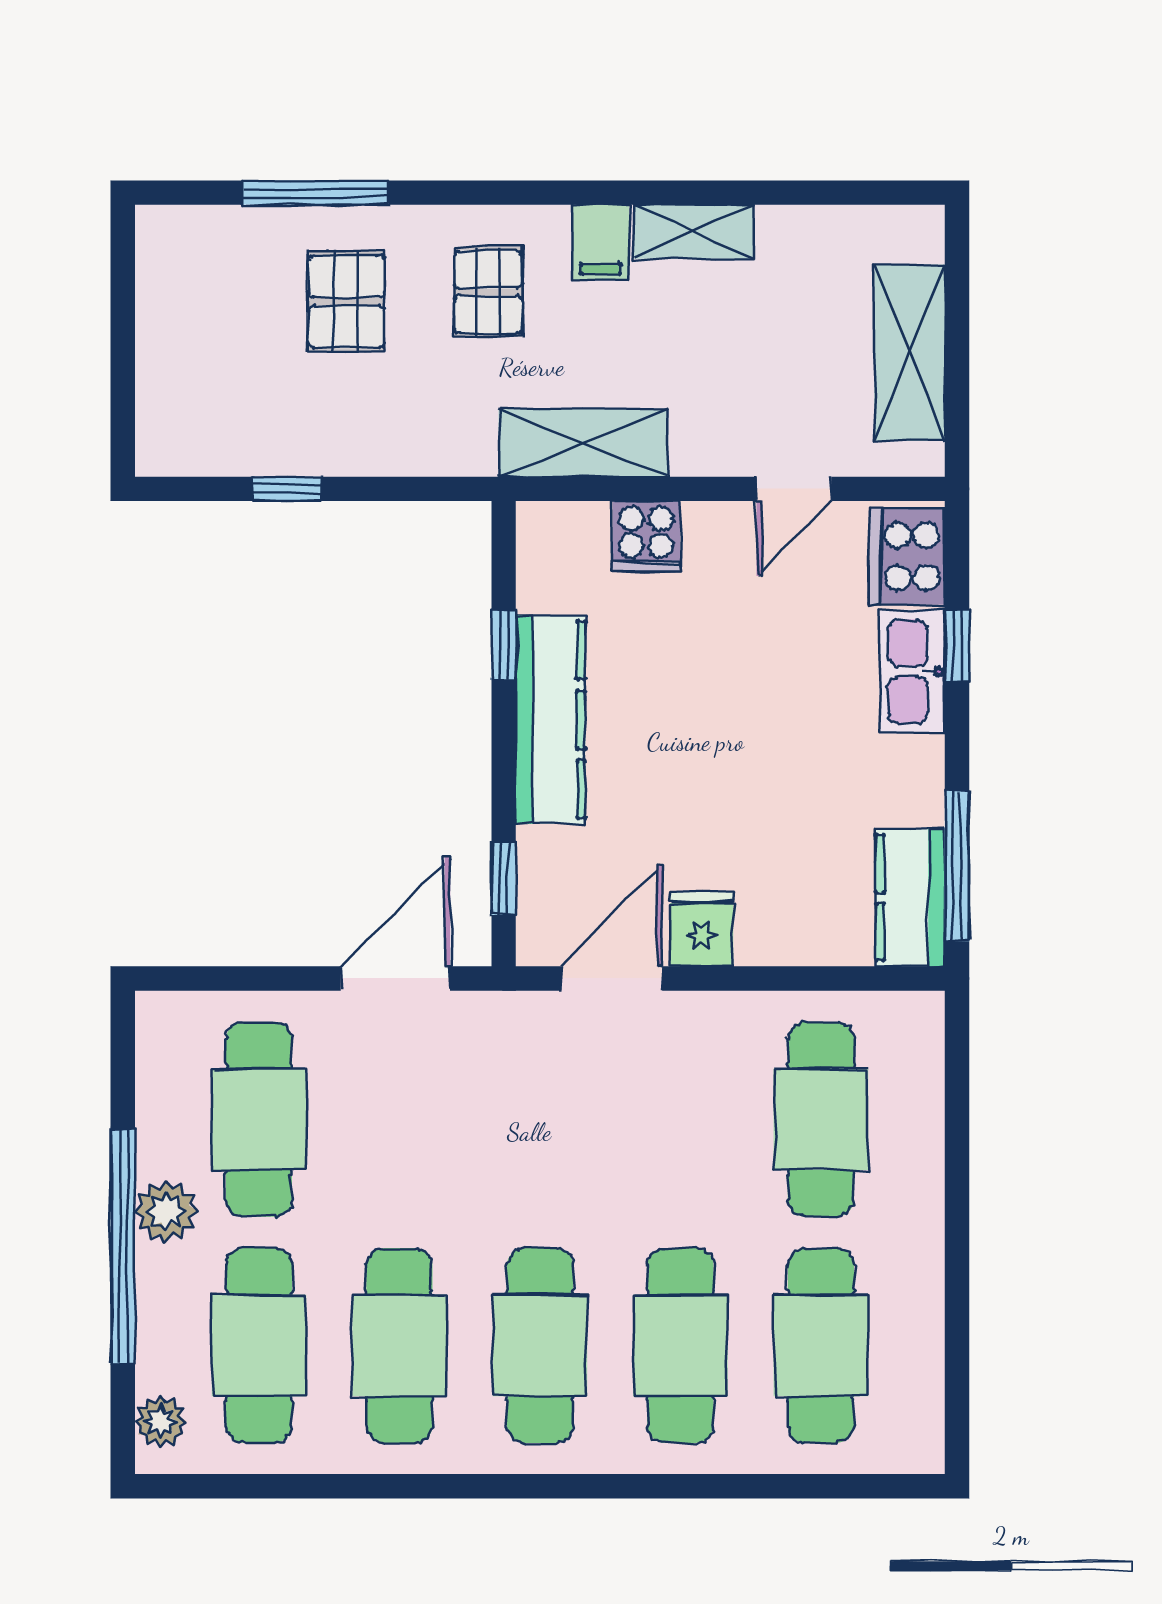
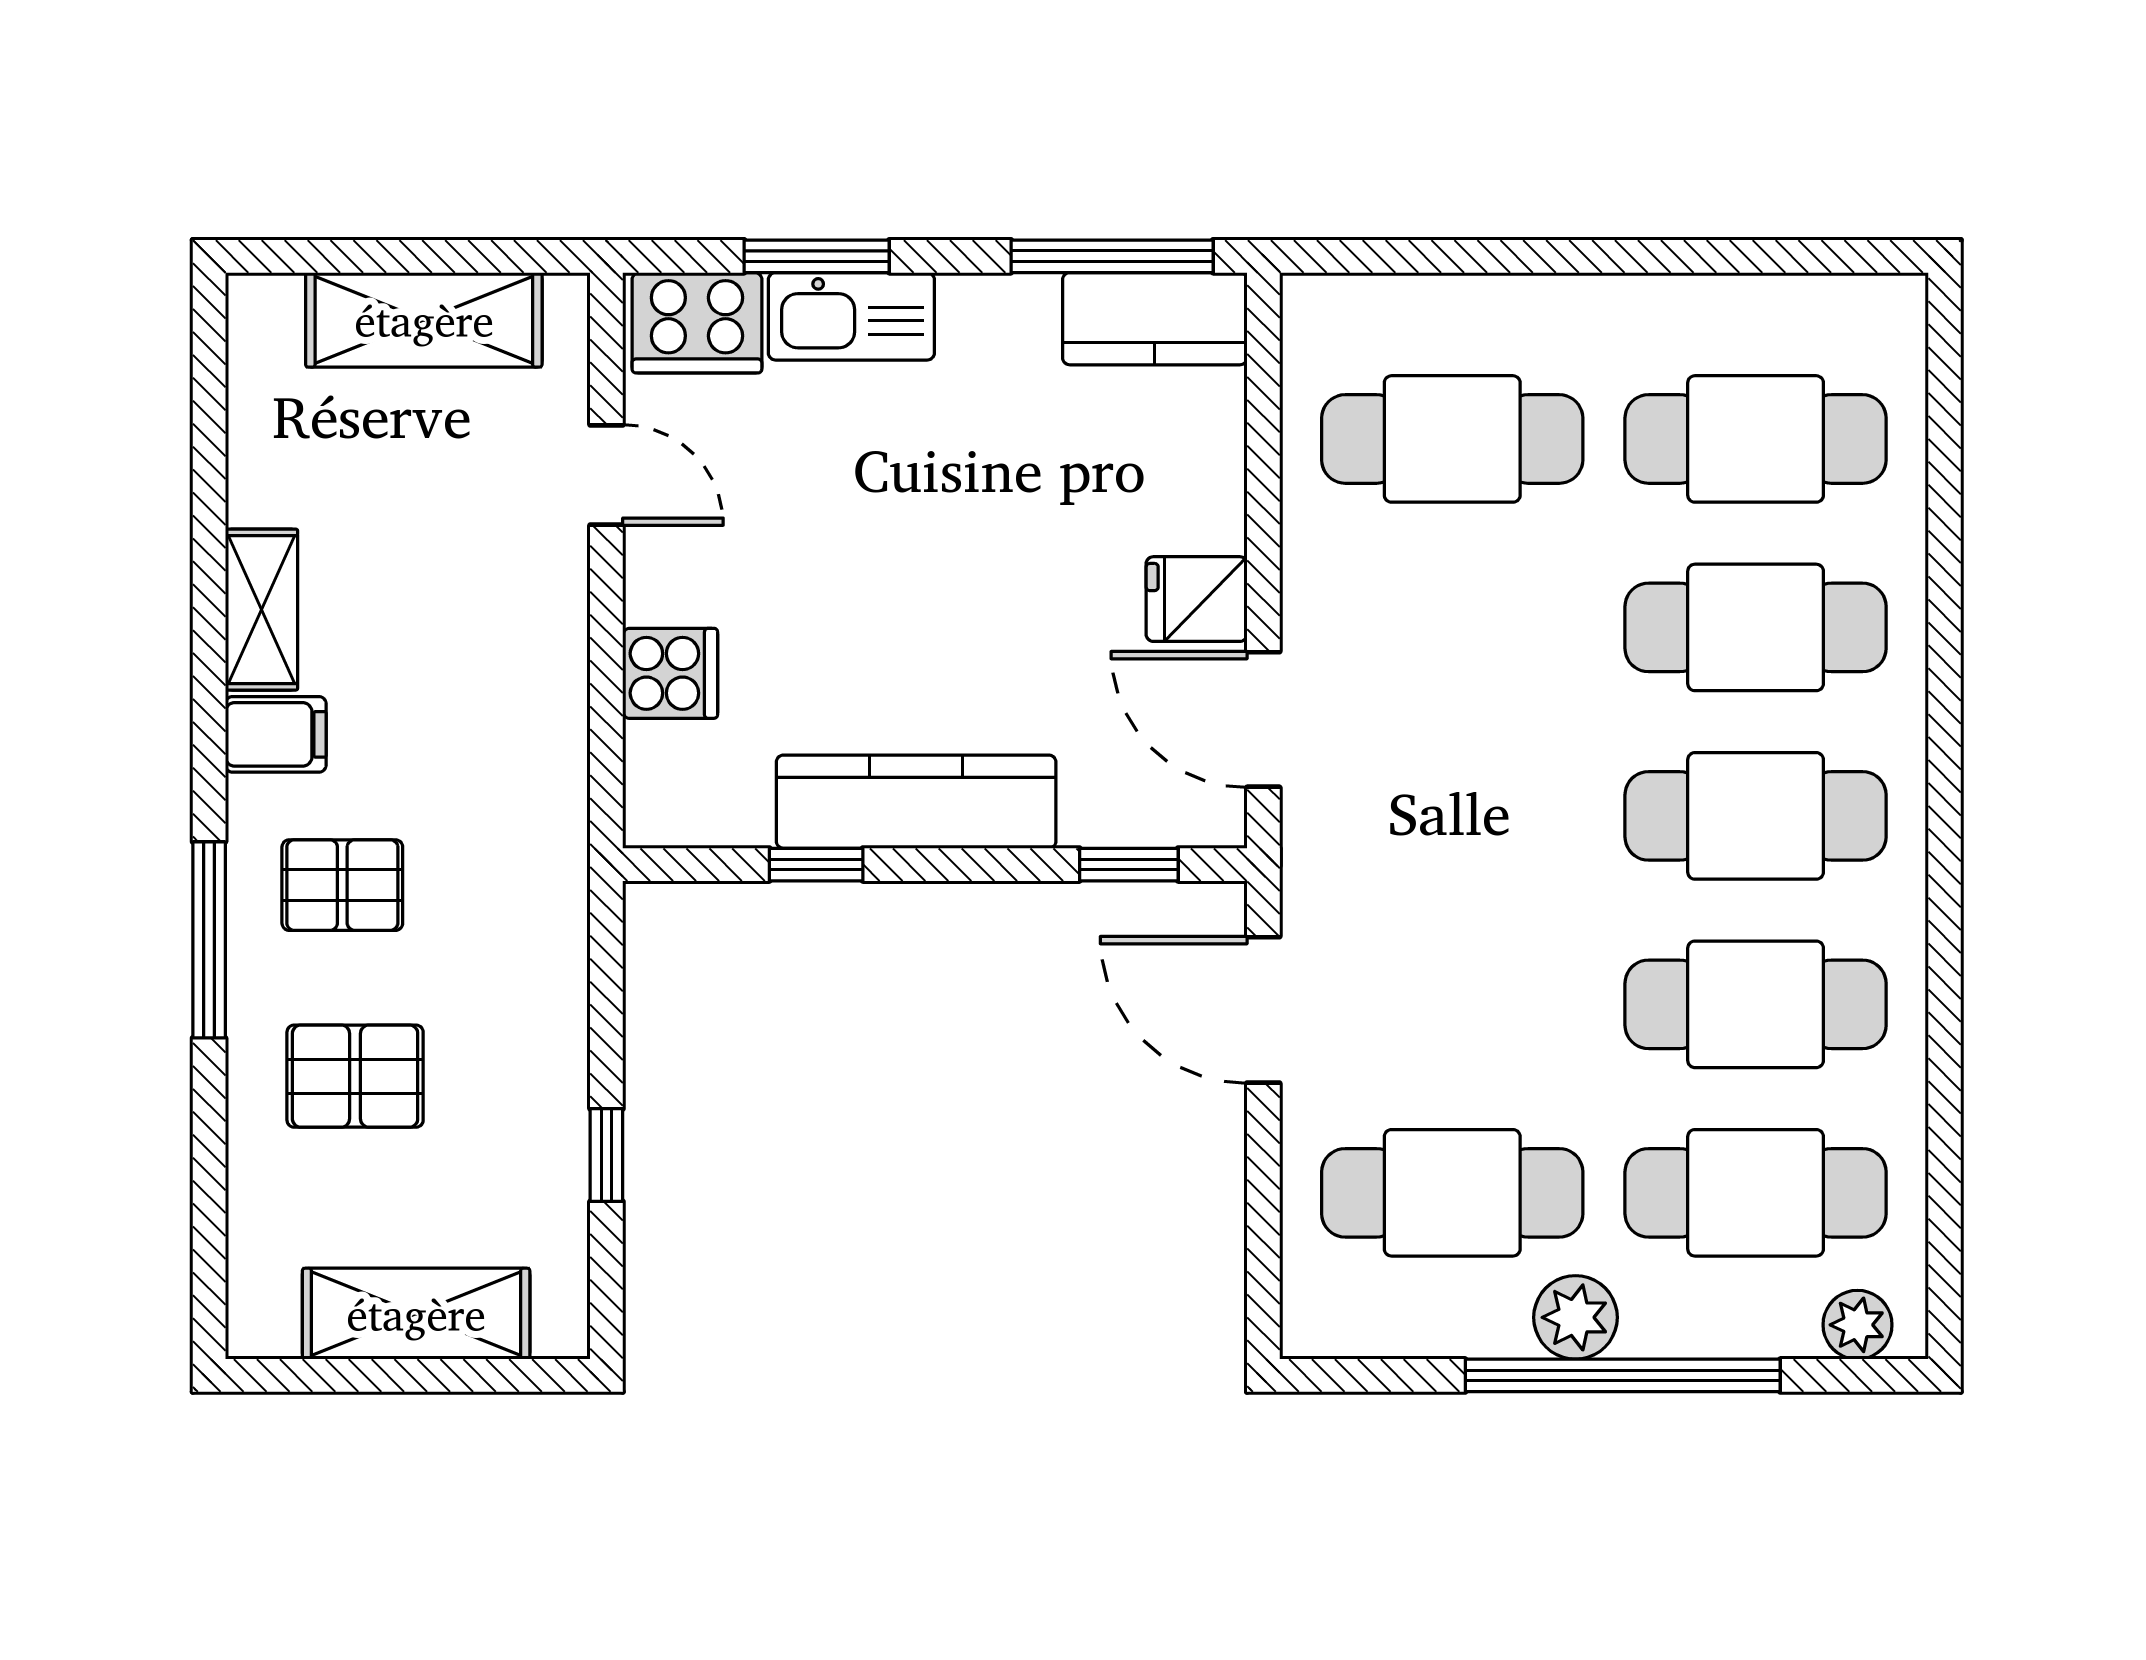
window: (315, 193) -> (209, 940), moved
shelving: (583, 443) -> (416, 1314), moved, turned 90
window: (957, 646) -> (817, 256), width x1.50

